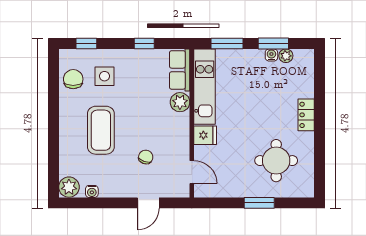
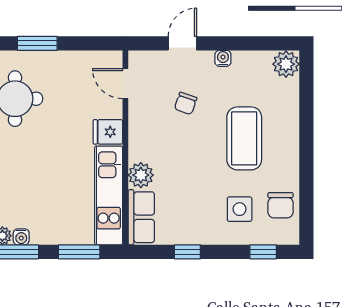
water cooler: (92, 191) -> (223, 58), moved

